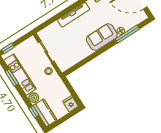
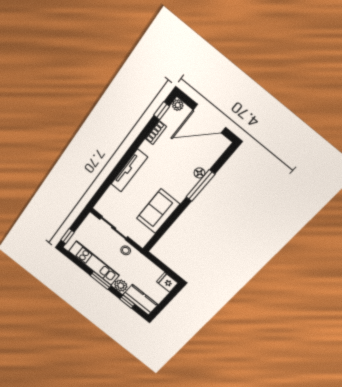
window: (127, 34) -> (200, 186), moved
sofa: (102, 37) -> (158, 211), moved
window: (12, 78) -> (101, 280), moved

